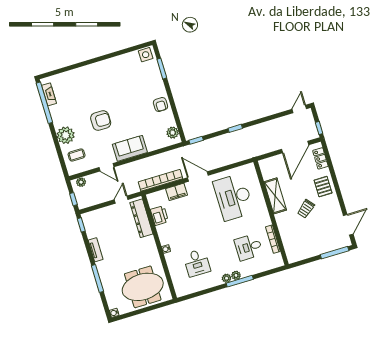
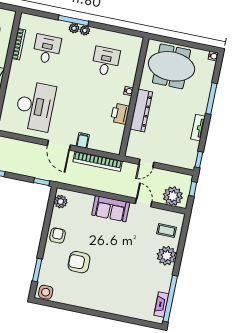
armchair: (101, 121) -> (79, 262), moved
plant: (81, 182) -> (173, 196), width x1.87, depth x1.87
filing cabinet: (177, 192) -> (83, 140), width x0.50
printer: (159, 215) -> (120, 114), moved
dresser: (141, 218) -> (141, 110), moved
desk: (249, 247) -> (47, 49), turned -90

